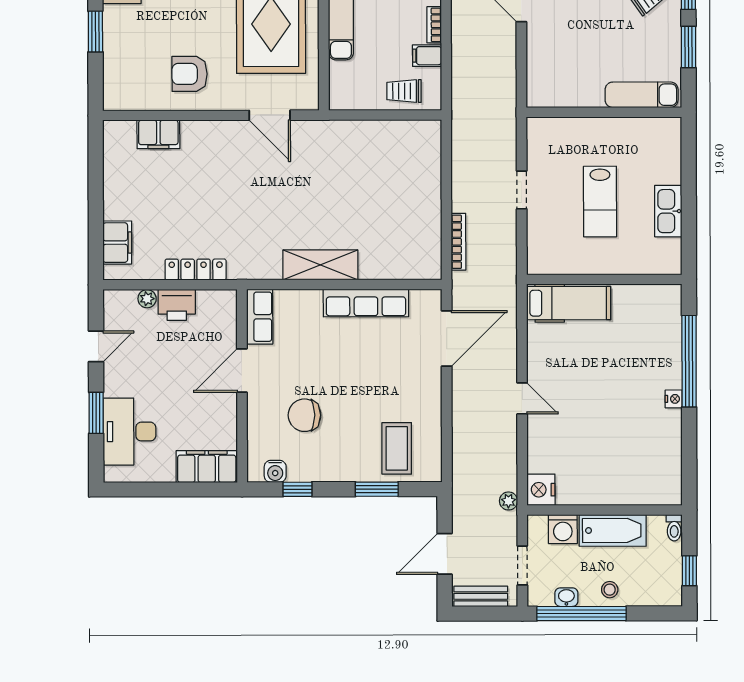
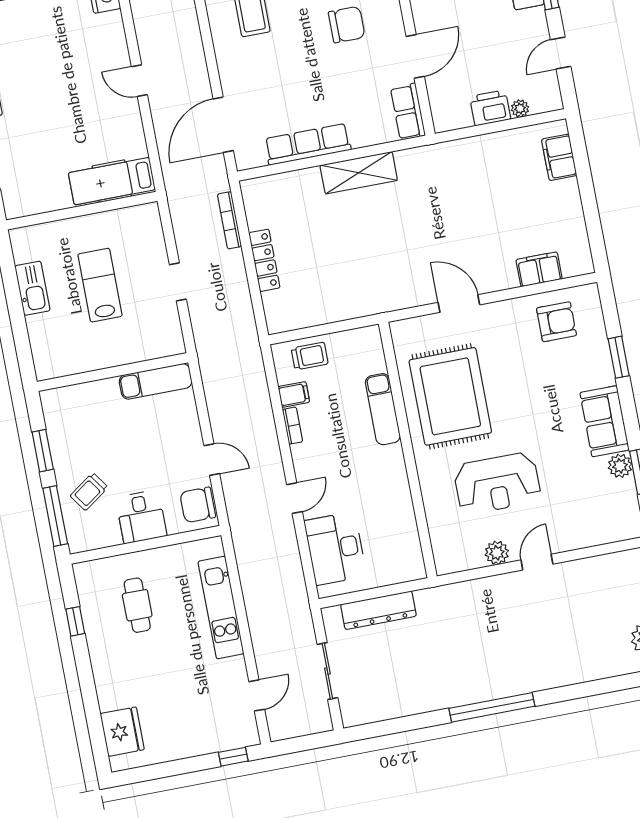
armchair: (190, 74) -> (556, 322), moved
exam couch: (642, 95) -> (156, 381), moved
door: (270, 115) -> (459, 304), moved
locker: (196, 270) -> (264, 260), moved, turned -90

